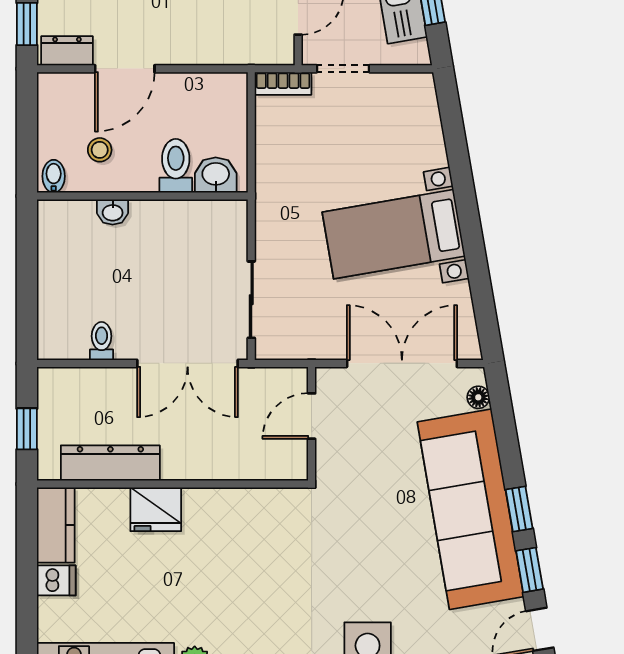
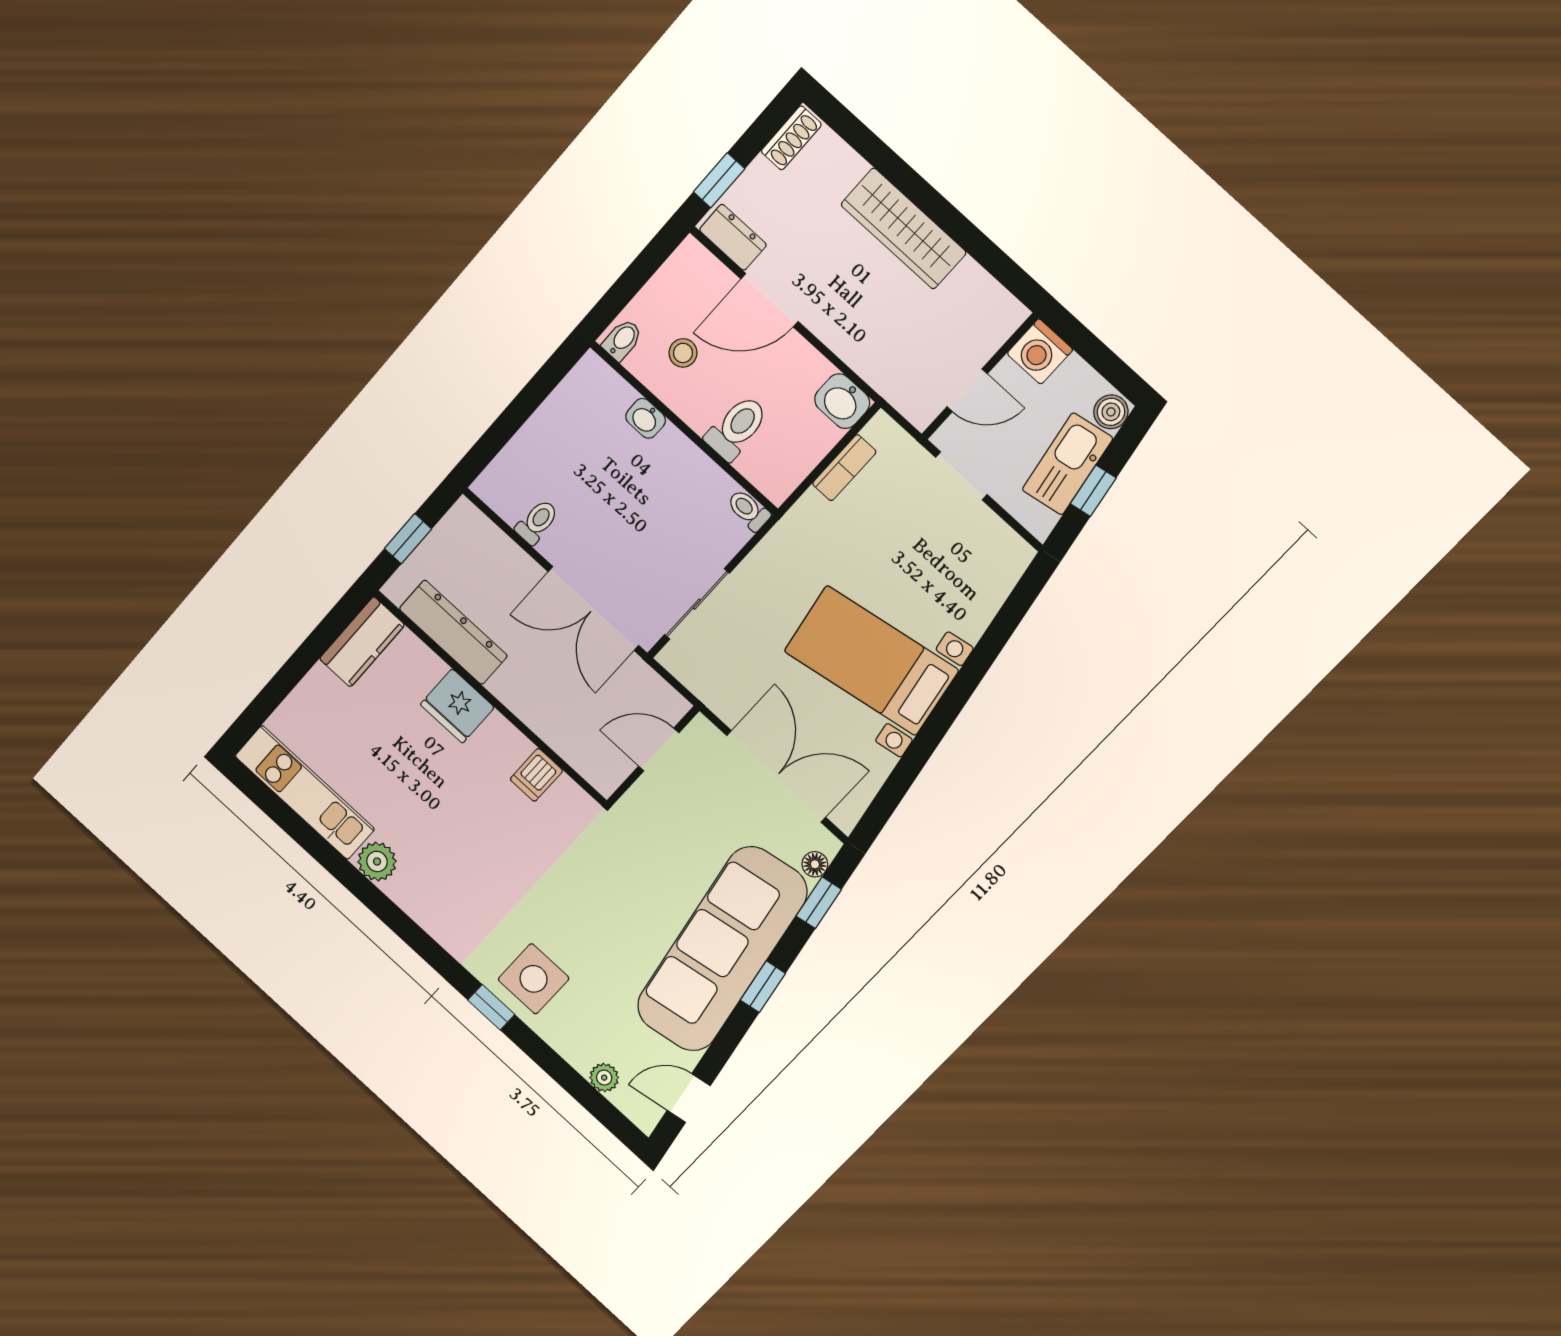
bookcase: (283, 83) -> (844, 468), moved, turned -90
washbasin: (216, 175) -> (842, 401), moved, turned 180
toilet: (230, 210) -> (748, 510), added
window: (530, 570) -> (819, 903), moved
dishwasher: (56, 580) -> (536, 775), moved, turned 90

